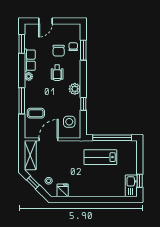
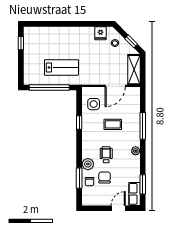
row of seats: (30, 60) -> (134, 194), moved
plant: (75, 89) -> (88, 164), moved
coffee table: (36, 113) -> (113, 124), moved
kitchen sink: (131, 186) -> (30, 38), removed

